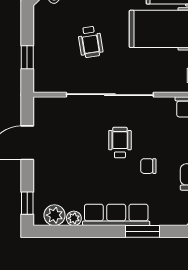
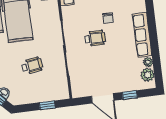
wheelchair: (120, 143) -> (95, 38), turned 180
window: (27, 203) -> (130, 95), moved
window: (142, 231) -> (151, 16), removed

